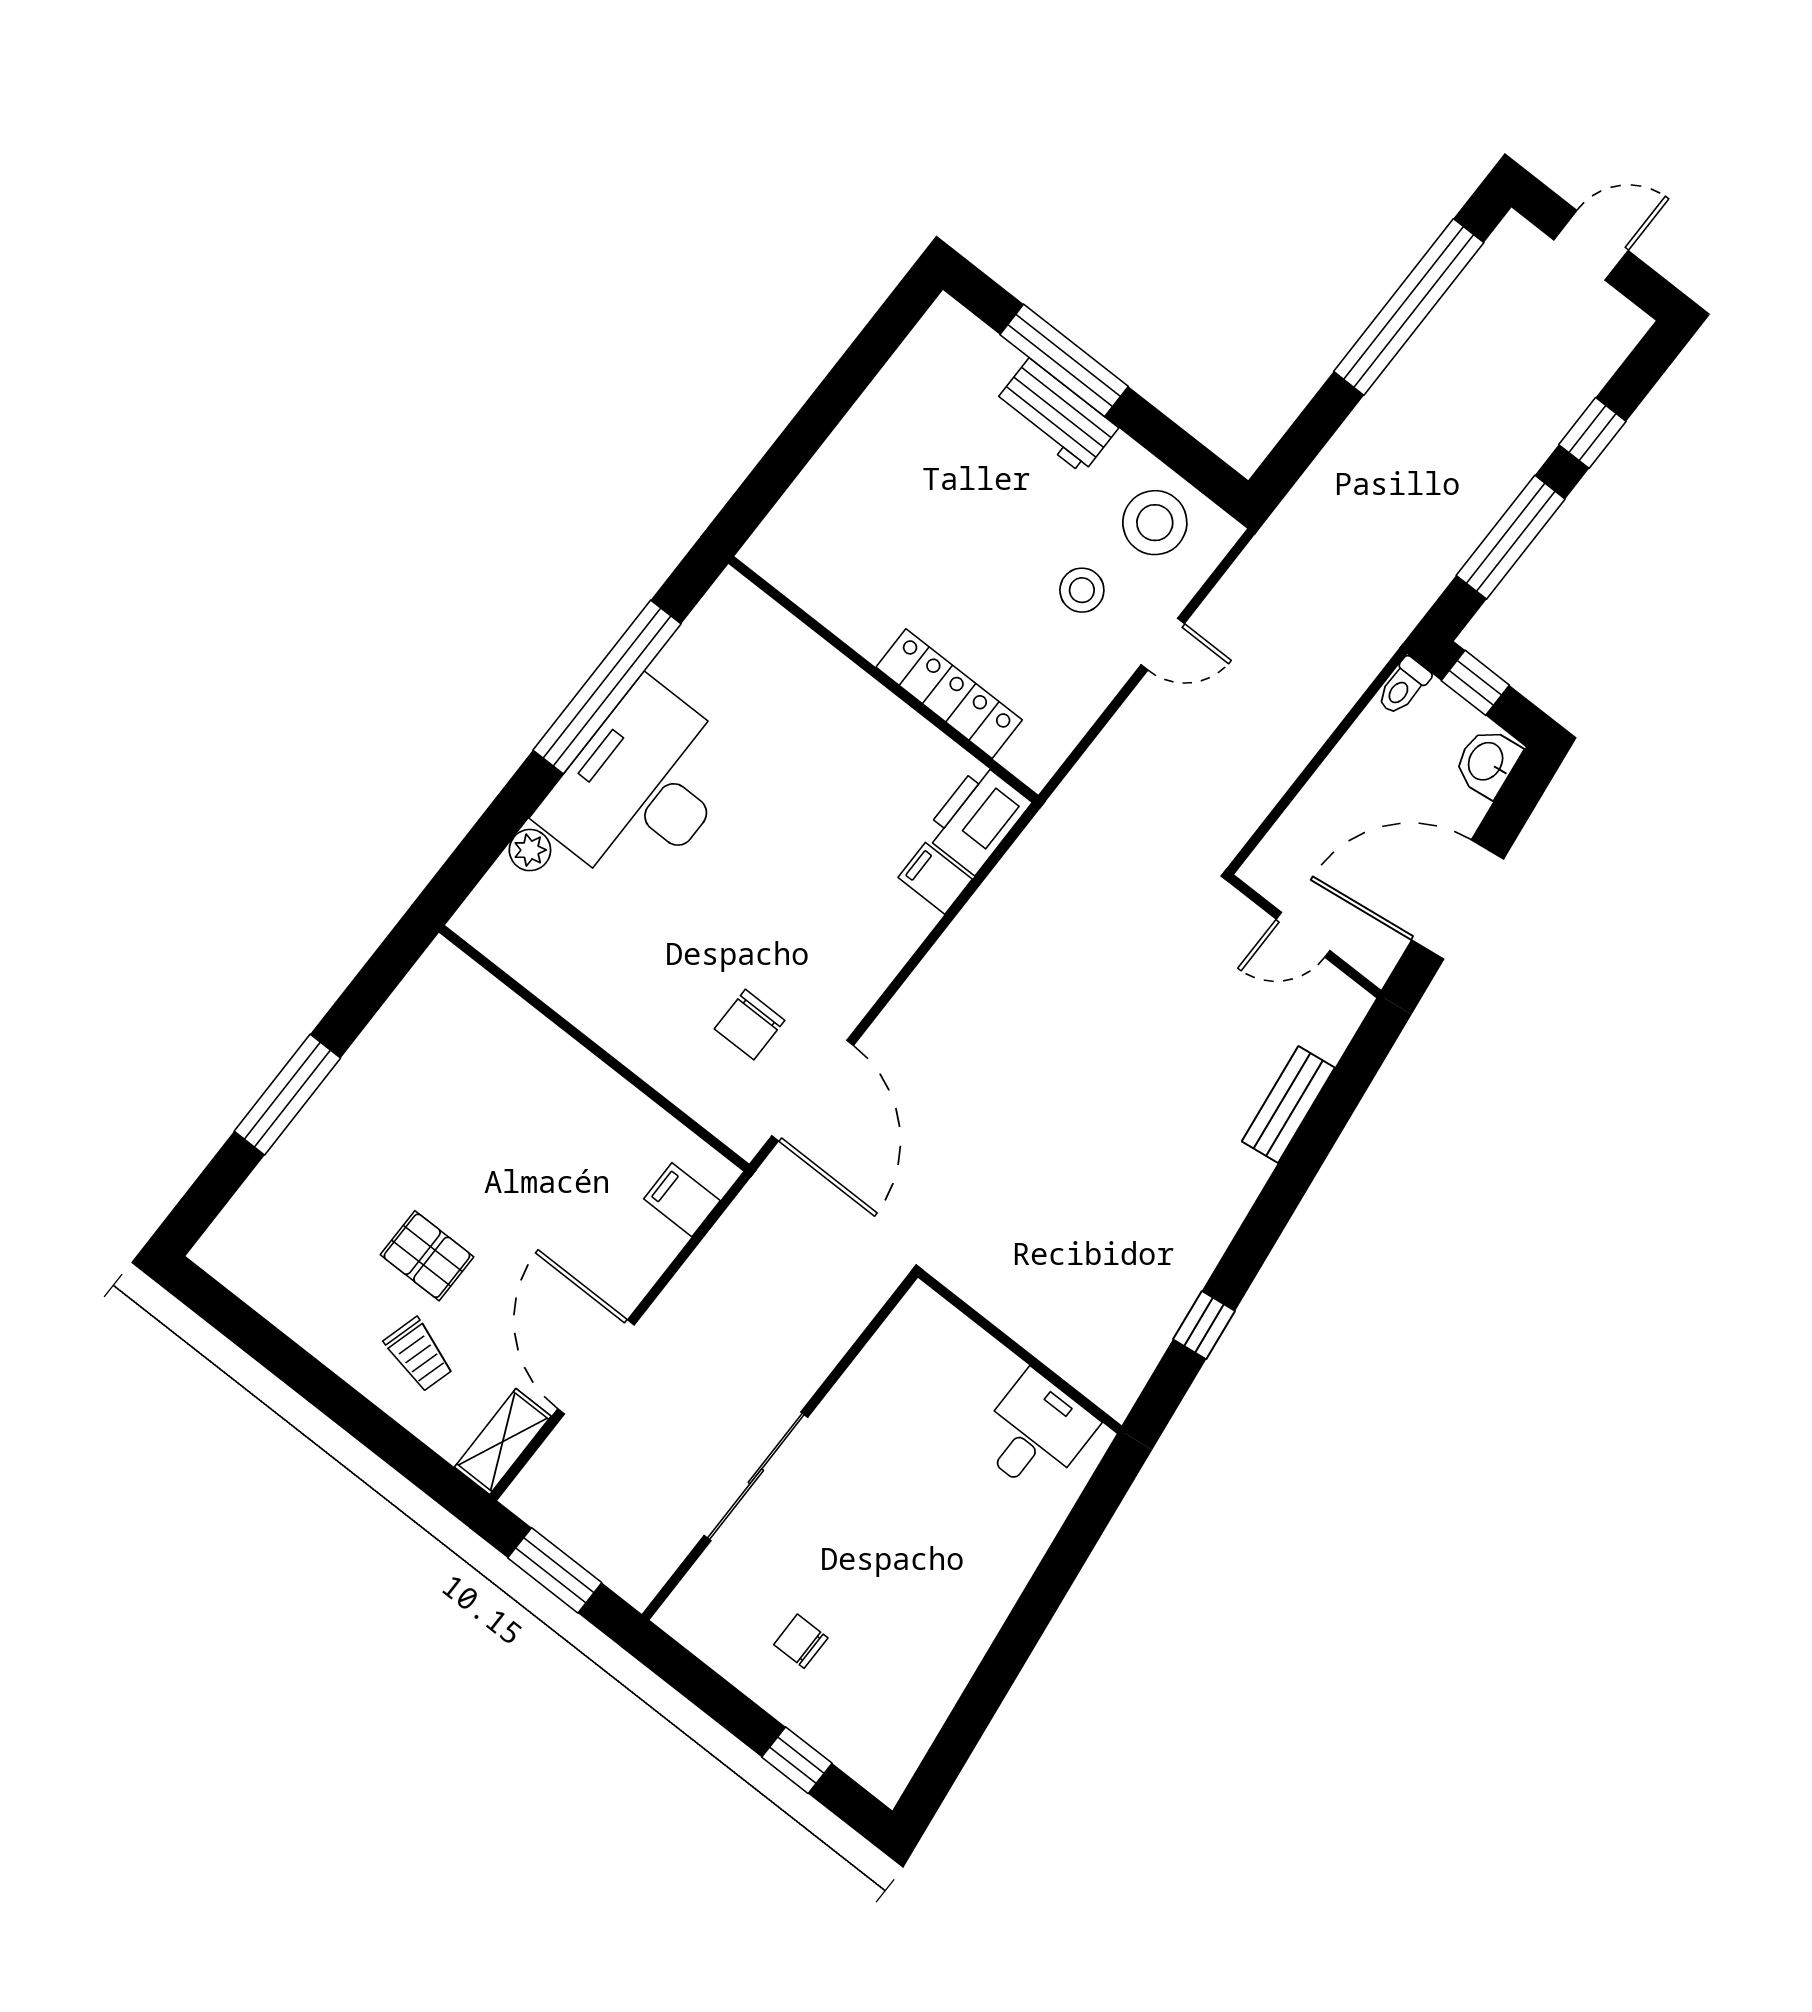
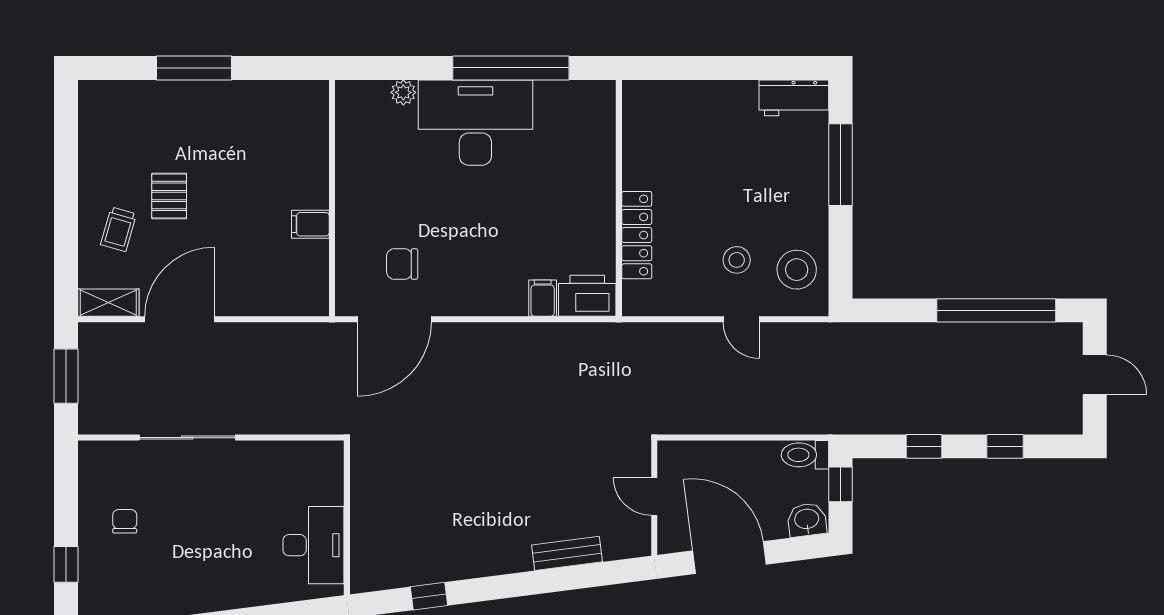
workbench: (1056, 416) -> (794, 98), moved, turned -90
window: (1511, 537) -> (924, 446), width x0.46
toilet: (1403, 686) -> (805, 455), width x1.37, depth x1.39
filing cabinet: (682, 1200) -> (310, 224), moved, turned -90
desk: (1035, 1433) -> (313, 545), width x1.37

